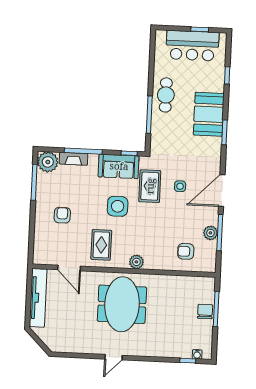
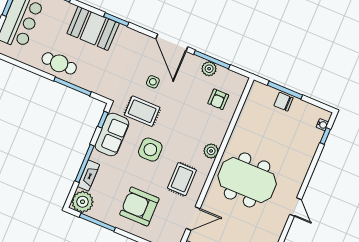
armchair: (62, 215) -> (139, 207), width x1.88, depth x1.88
rug: (101, 245) -> (182, 179), turned 90

